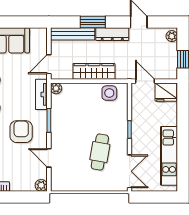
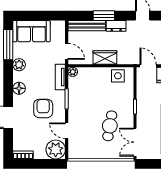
dresser: (112, 34) -> (116, 26), width x0.70
door: (49, 64) -> (67, 51), swing flipped
wardrobe: (94, 71) -> (105, 57), width x0.67
double door: (130, 171) -> (135, 142), swing flipped
plant: (41, 185) -> (56, 150), width x1.88, depth x1.88

